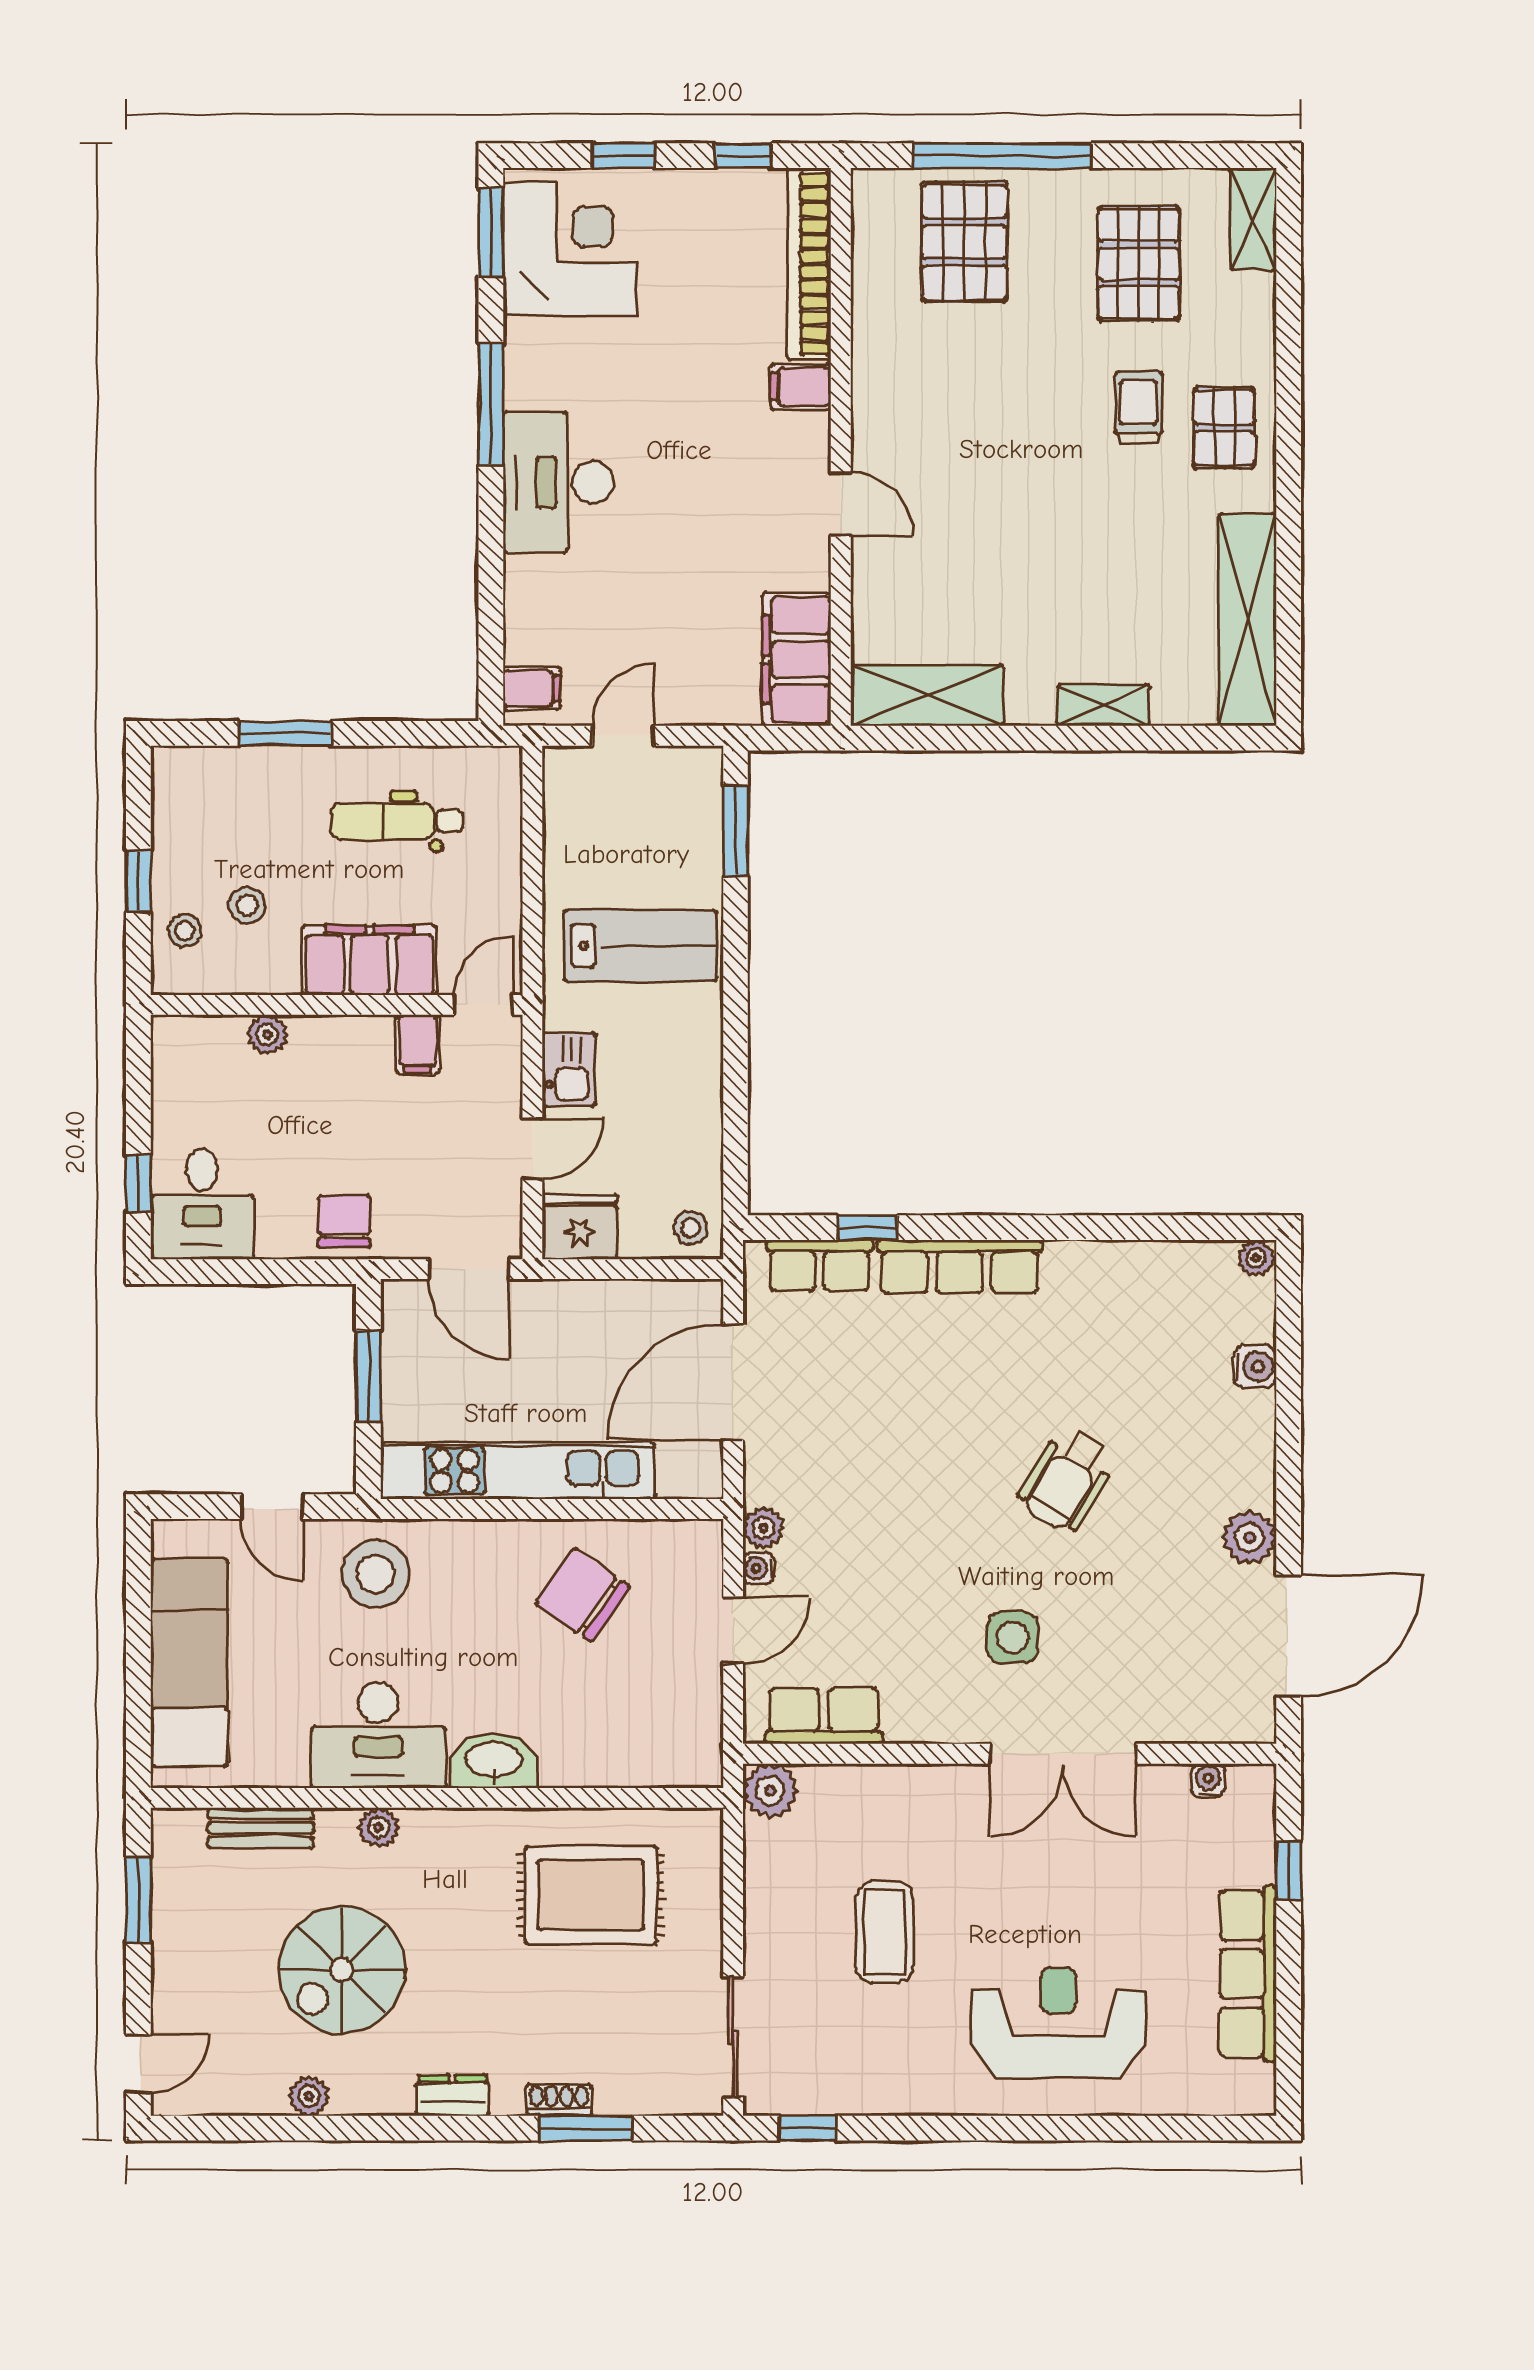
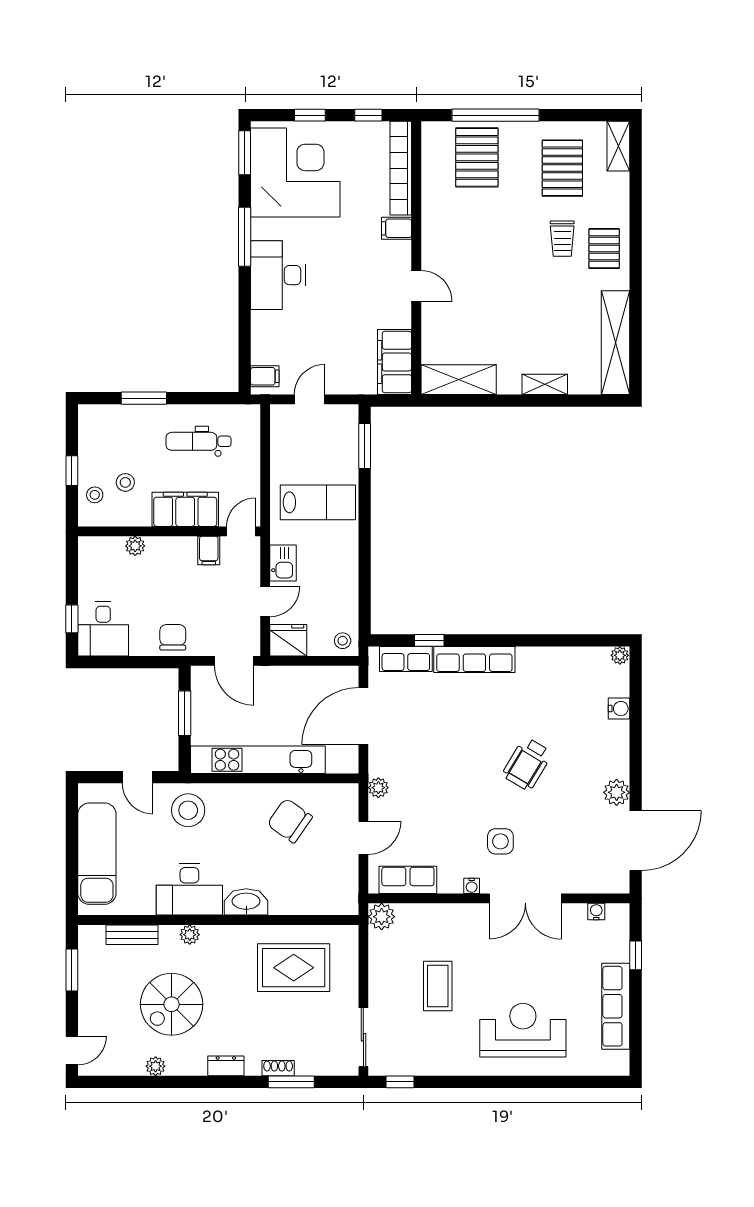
corner desk: (570, 249) -> (295, 173), width x1.36, depth x1.36
trolley: (1138, 408) -> (562, 239), turned 180
water cooler: (759, 1568) -> (472, 886), moved, turned -90

